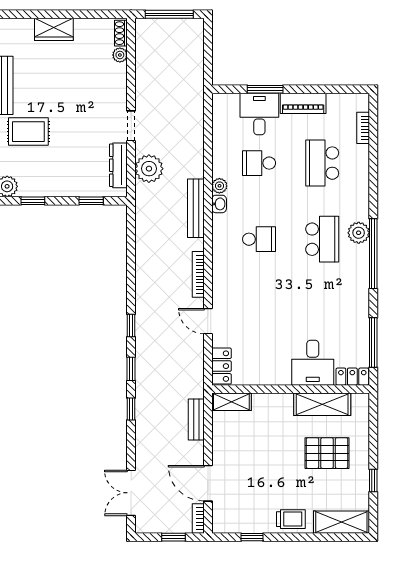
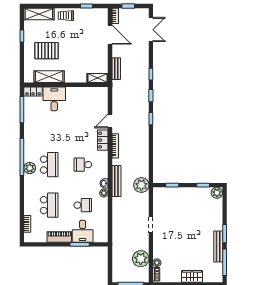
plant: (150, 62) -> (141, 259), added
rug: (28, 132) -> (206, 222), removed
dresser: (118, 165) -> (158, 204), removed
plant: (149, 169) -> (141, 185), moved
school desk: (322, 239) -> (49, 165), turned 180
door: (208, 321) -> (110, 121), swing flipped
locker: (222, 366) -> (103, 140), moved

